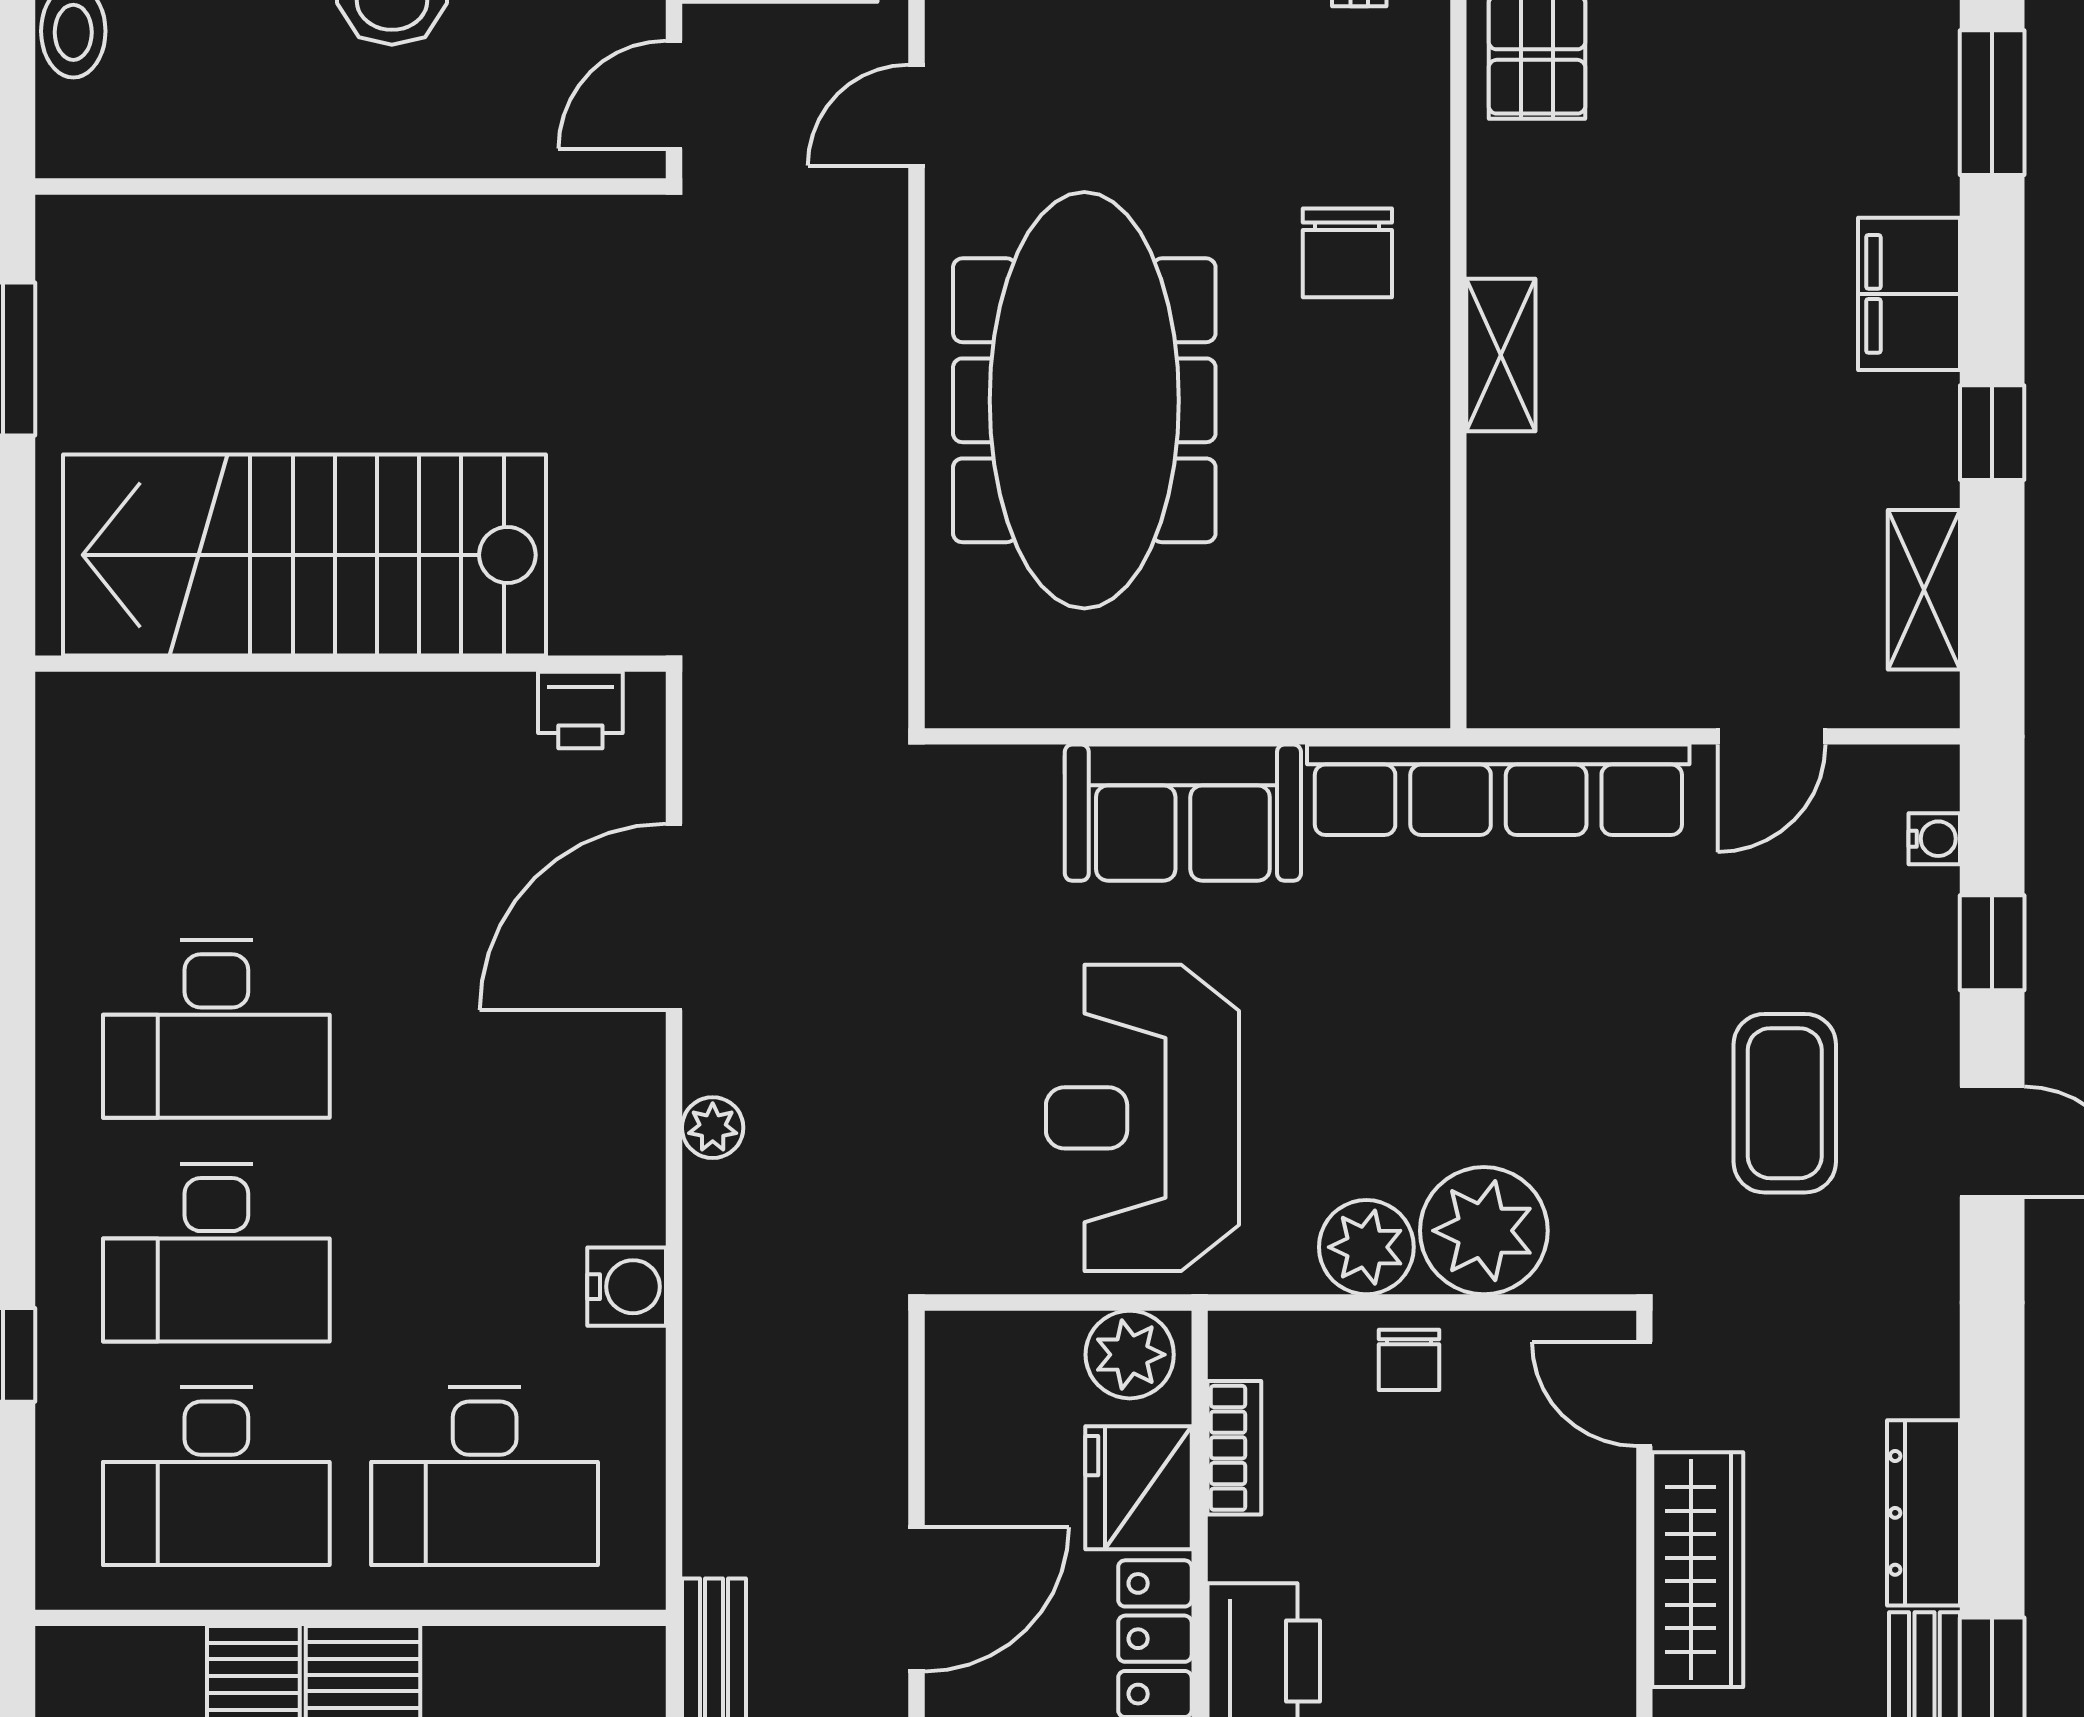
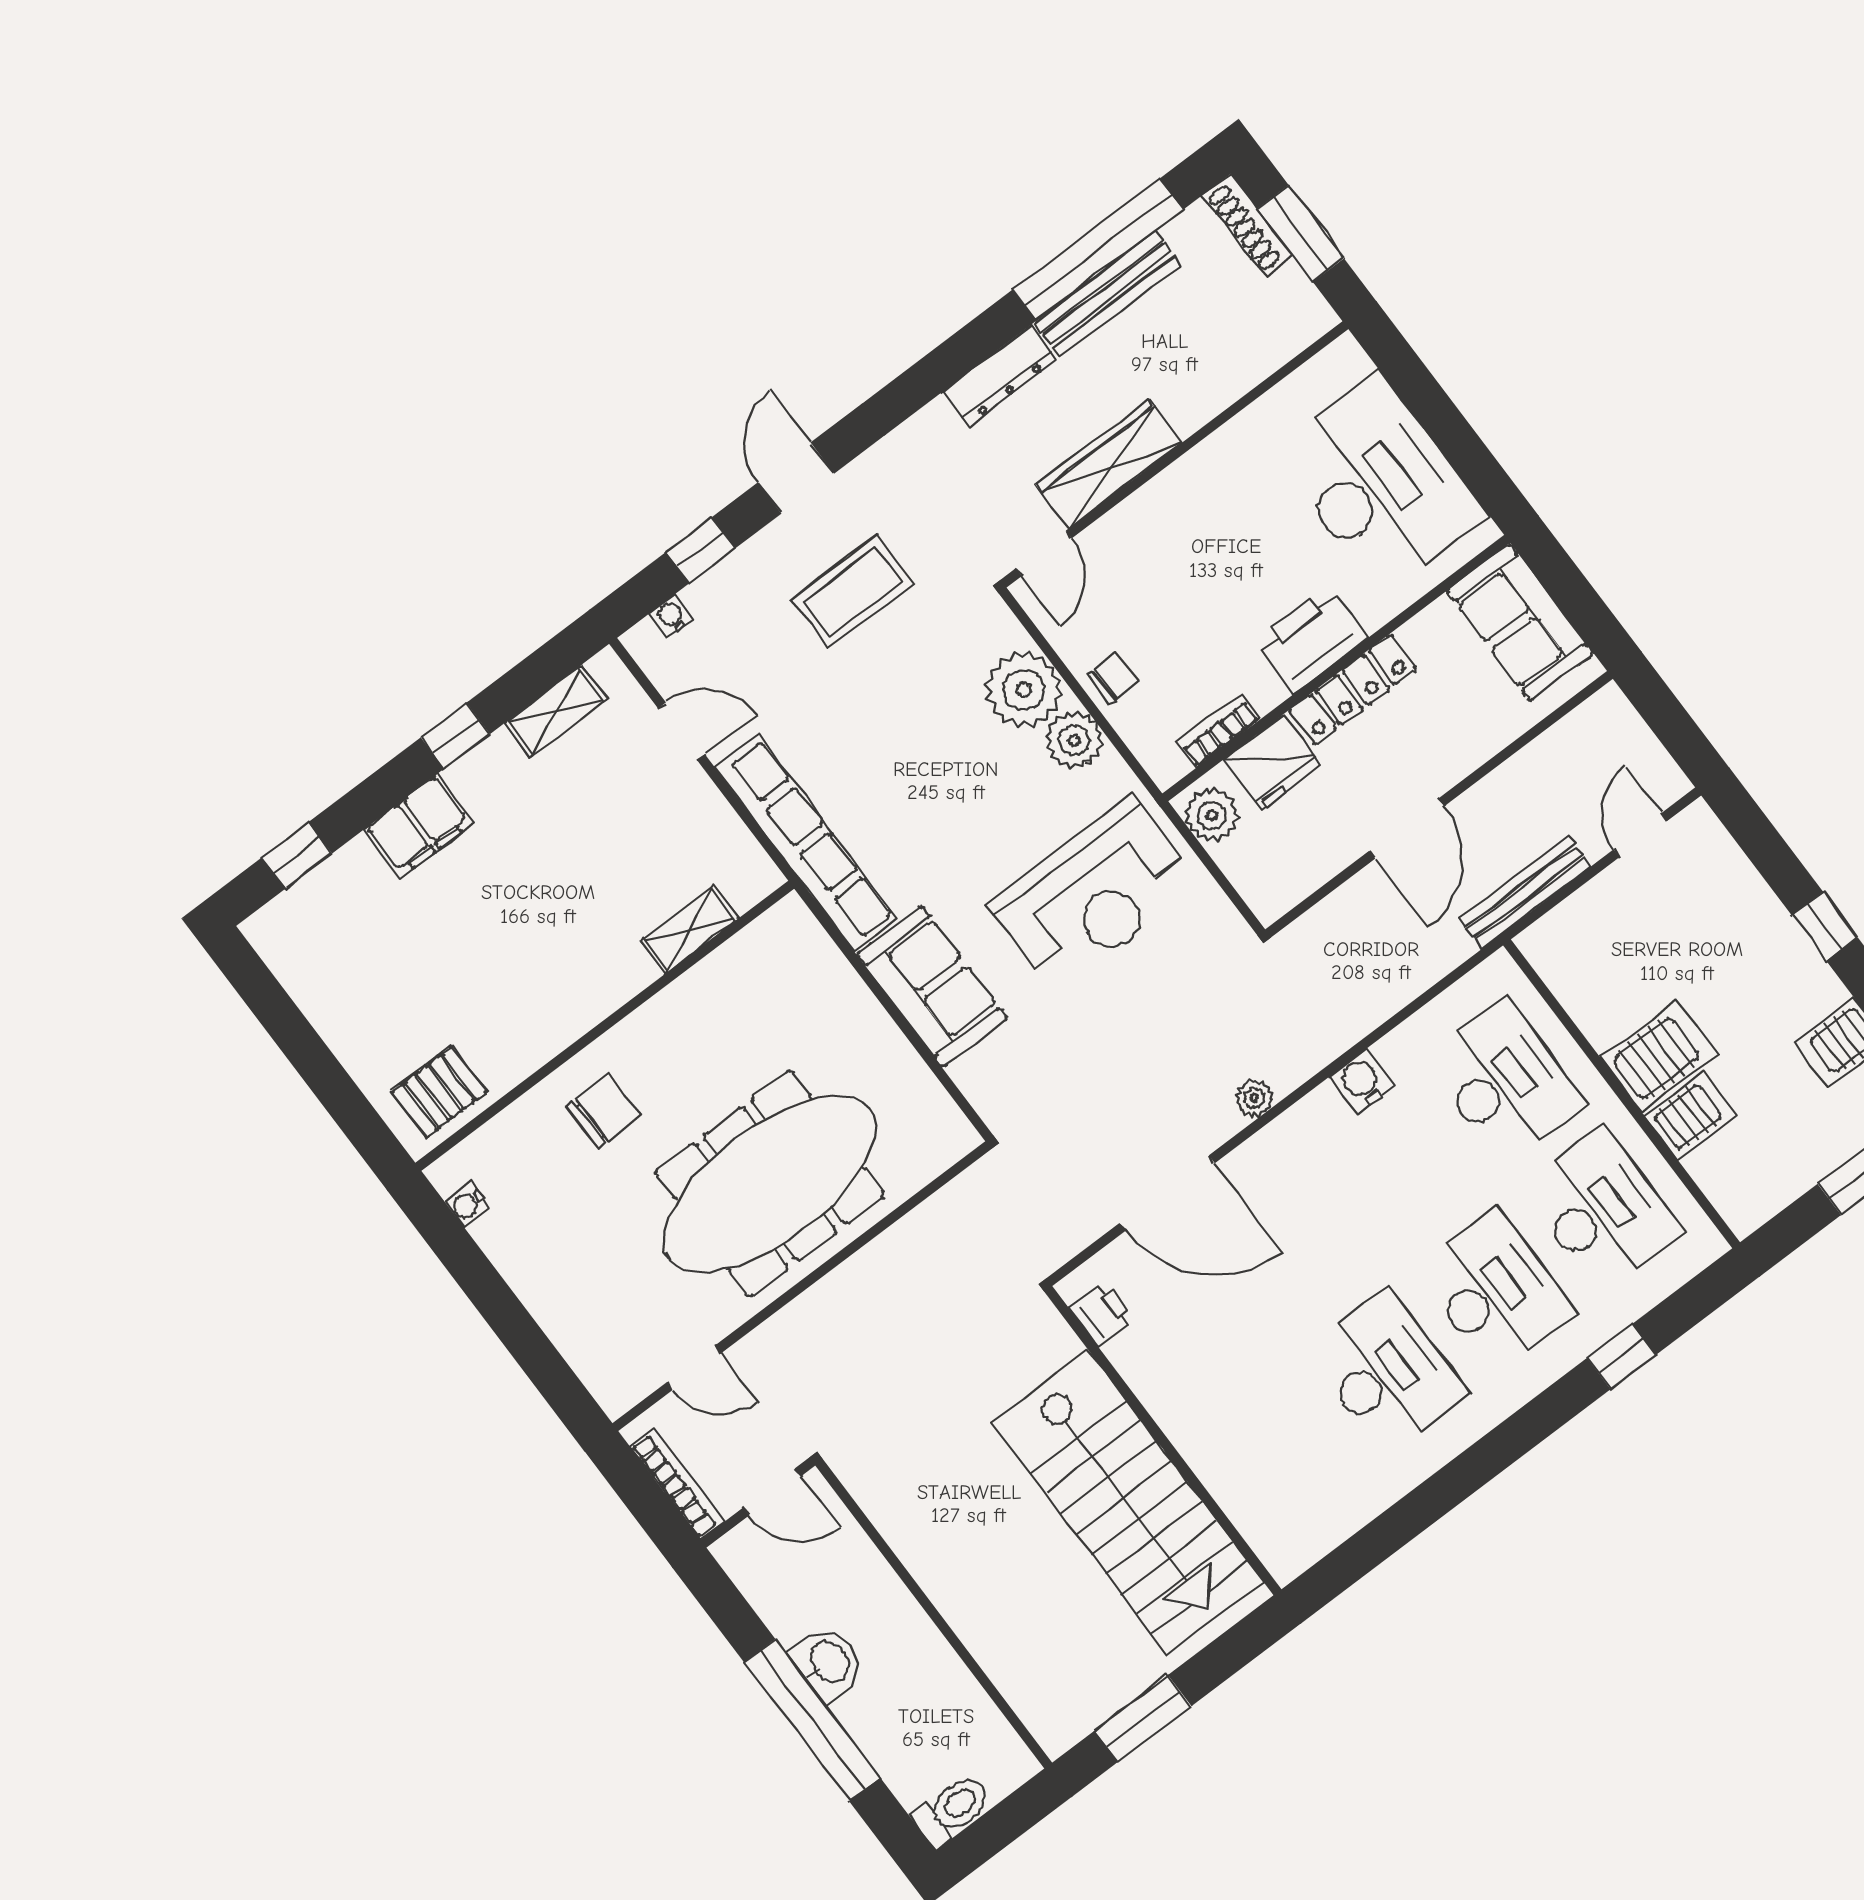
window: (1992, 103) -> (297, 856), width x0.67
shelving: (1501, 355) -> (690, 930), moved
door: (917, 1599) -> (1407, 829), swing flipped

